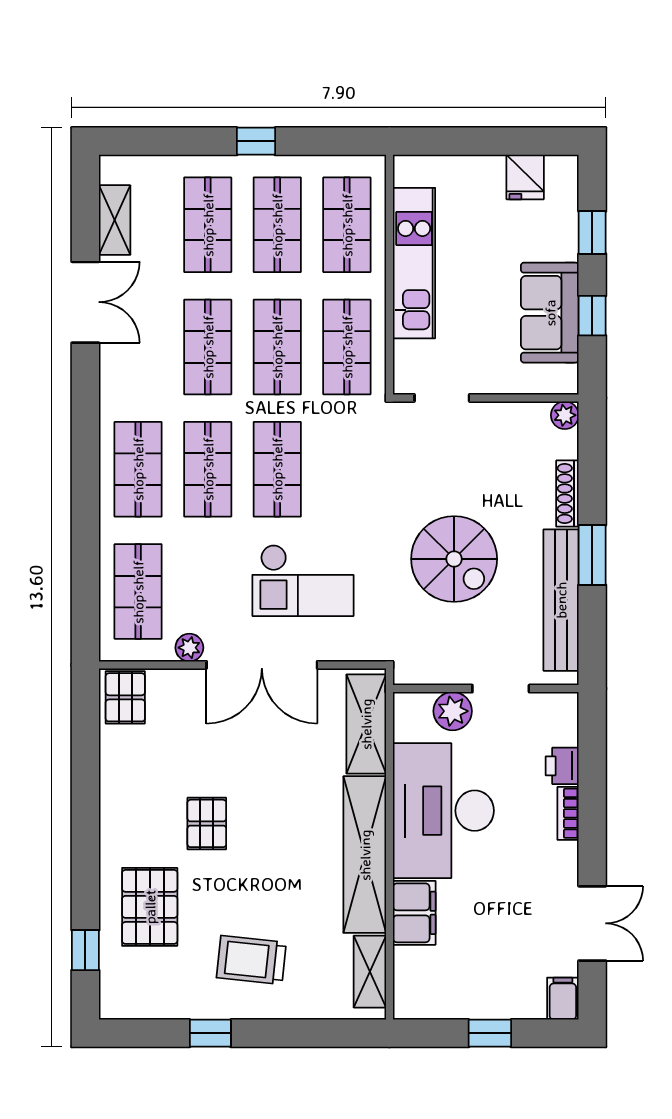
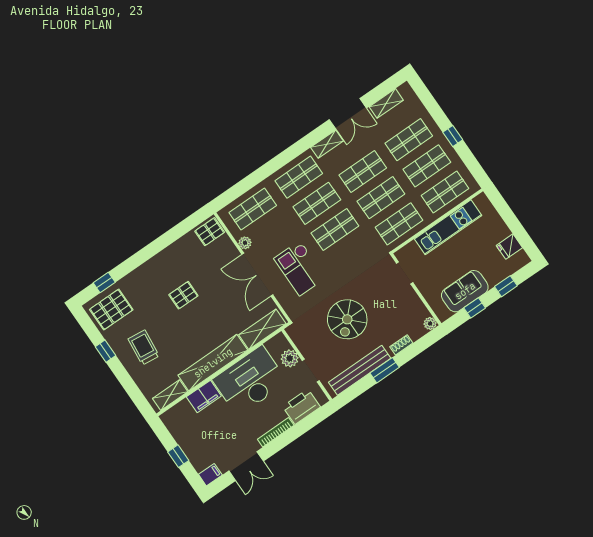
shelving: (114, 377) -> (327, 144), added
shoe rack: (567, 494) -> (401, 345), width x0.70
printer: (562, 766) -> (301, 407), width x1.87, depth x1.48
bookcase: (568, 813) -> (276, 432), width x1.56
pallet: (150, 907) -> (111, 310), moved

